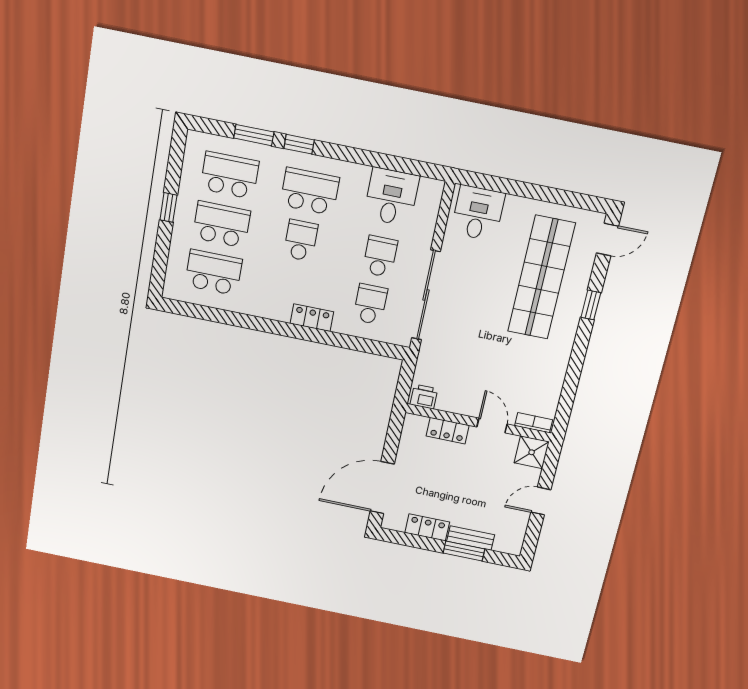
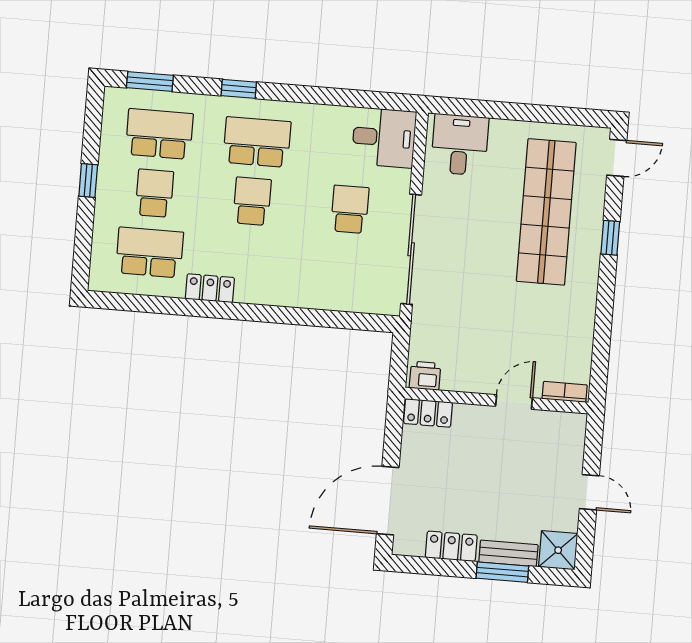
window: (254, 135) -> (150, 82), moved
desk: (391, 197) -> (384, 138), moved, turned 90
school desk: (222, 224) -> (154, 193), width x0.54
school desk: (370, 304) -> (345, 269), removed
locker: (312, 318) -> (210, 288), moved
door: (492, 425) -> (514, 402), hinge flipped
locker: (448, 431) -> (428, 413), moved
shower: (532, 452) -> (558, 550), moved
door: (541, 501) -> (589, 492), swing flipped

